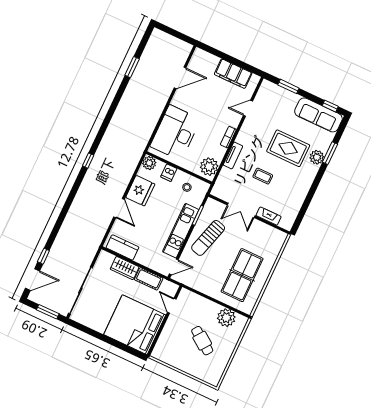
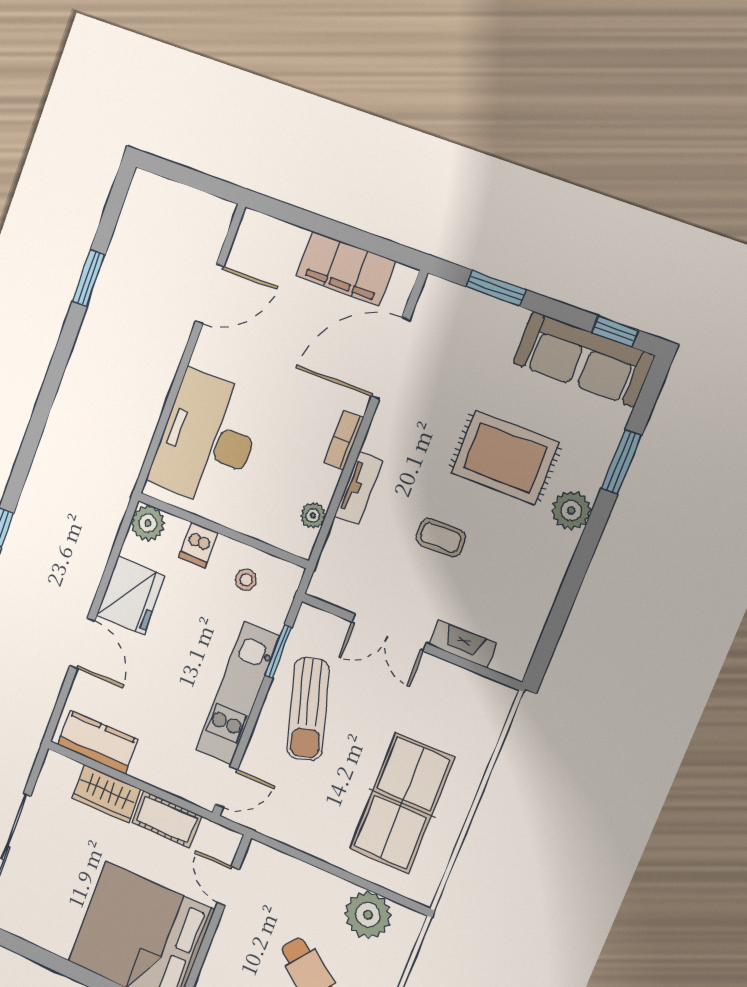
door: (248, 108) -> (391, 358), width x1.87
plant: (317, 157) -> (571, 510), moved
plant: (209, 167) -> (313, 515), width x0.53, depth x0.53
sun lounger: (208, 238) -> (308, 709), turned -32

